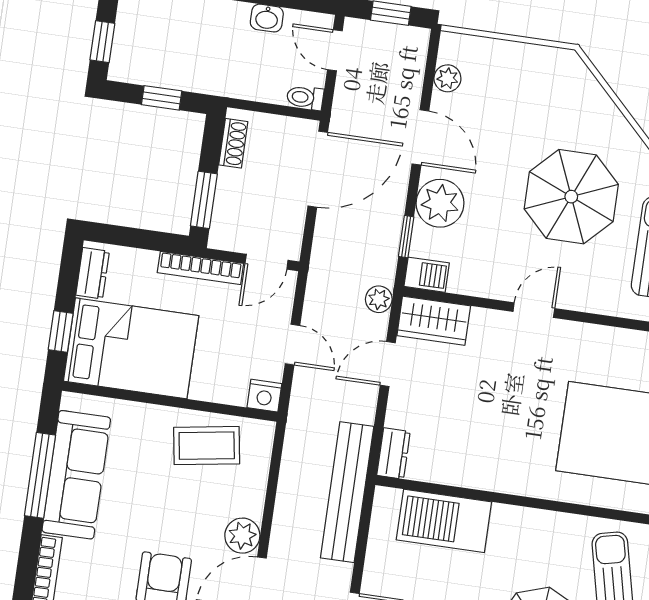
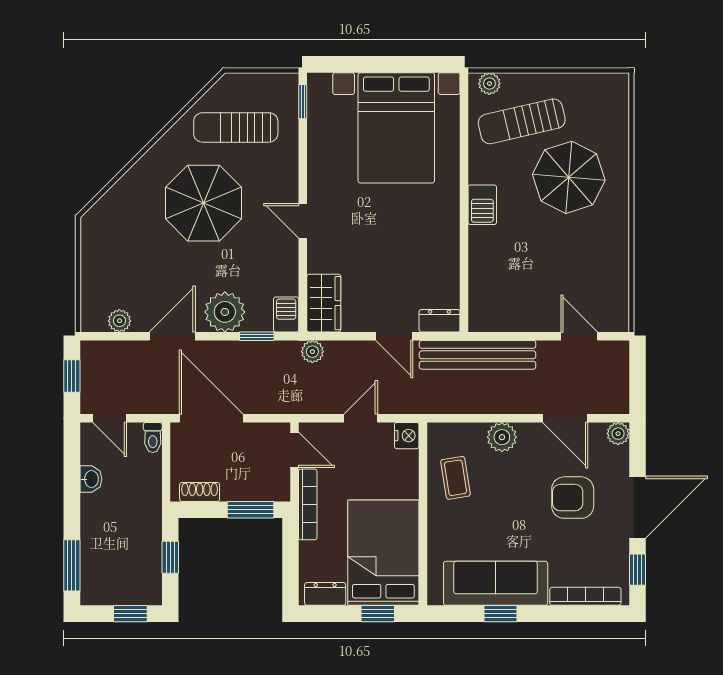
door: (335, 50) -> (110, 418), hinge flipped
door: (388, 364) -> (394, 336), moved
coffee table: (207, 446) -> (455, 478), width x0.73, depth x0.77
window: (40, 475) -> (500, 614), width x0.46
barbecue: (444, 521) -> (482, 205), moved, width x0.53, depth x0.65
plant: (242, 536) -> (502, 437), moved

